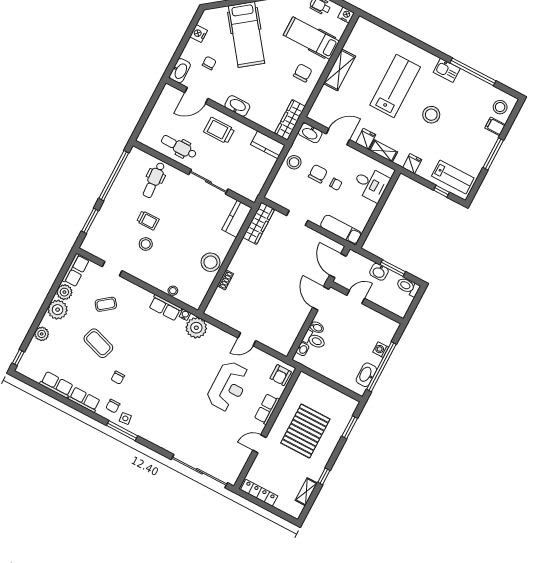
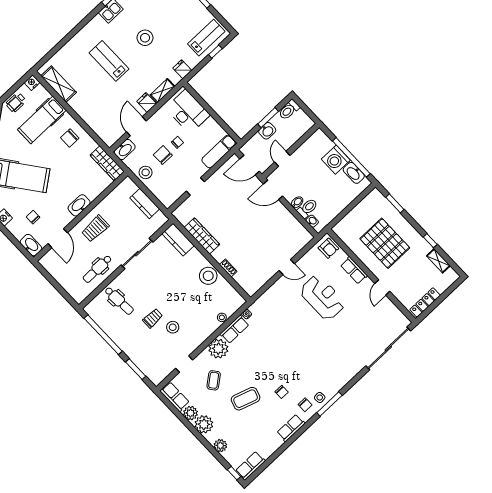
shelving: (340, 70) -> (59, 84), moved
chair: (303, 73) -> (70, 138), turned -90
lab bench: (395, 86) -> (109, 61), width x0.73, depth x0.72
kitchen counter: (268, 145) -> (145, 203), moved, turned 90
desk: (371, 184) -> (188, 112), width x1.37
wardrobe: (259, 223) -> (202, 236), moved
plant: (196, 328) -> (218, 349), moved
door: (247, 339) -> (287, 267), hinge flipped
washing machine: (381, 350) -> (336, 160), width x1.89, depth x1.89
row of seats: (57, 385) -> (250, 466), moved

